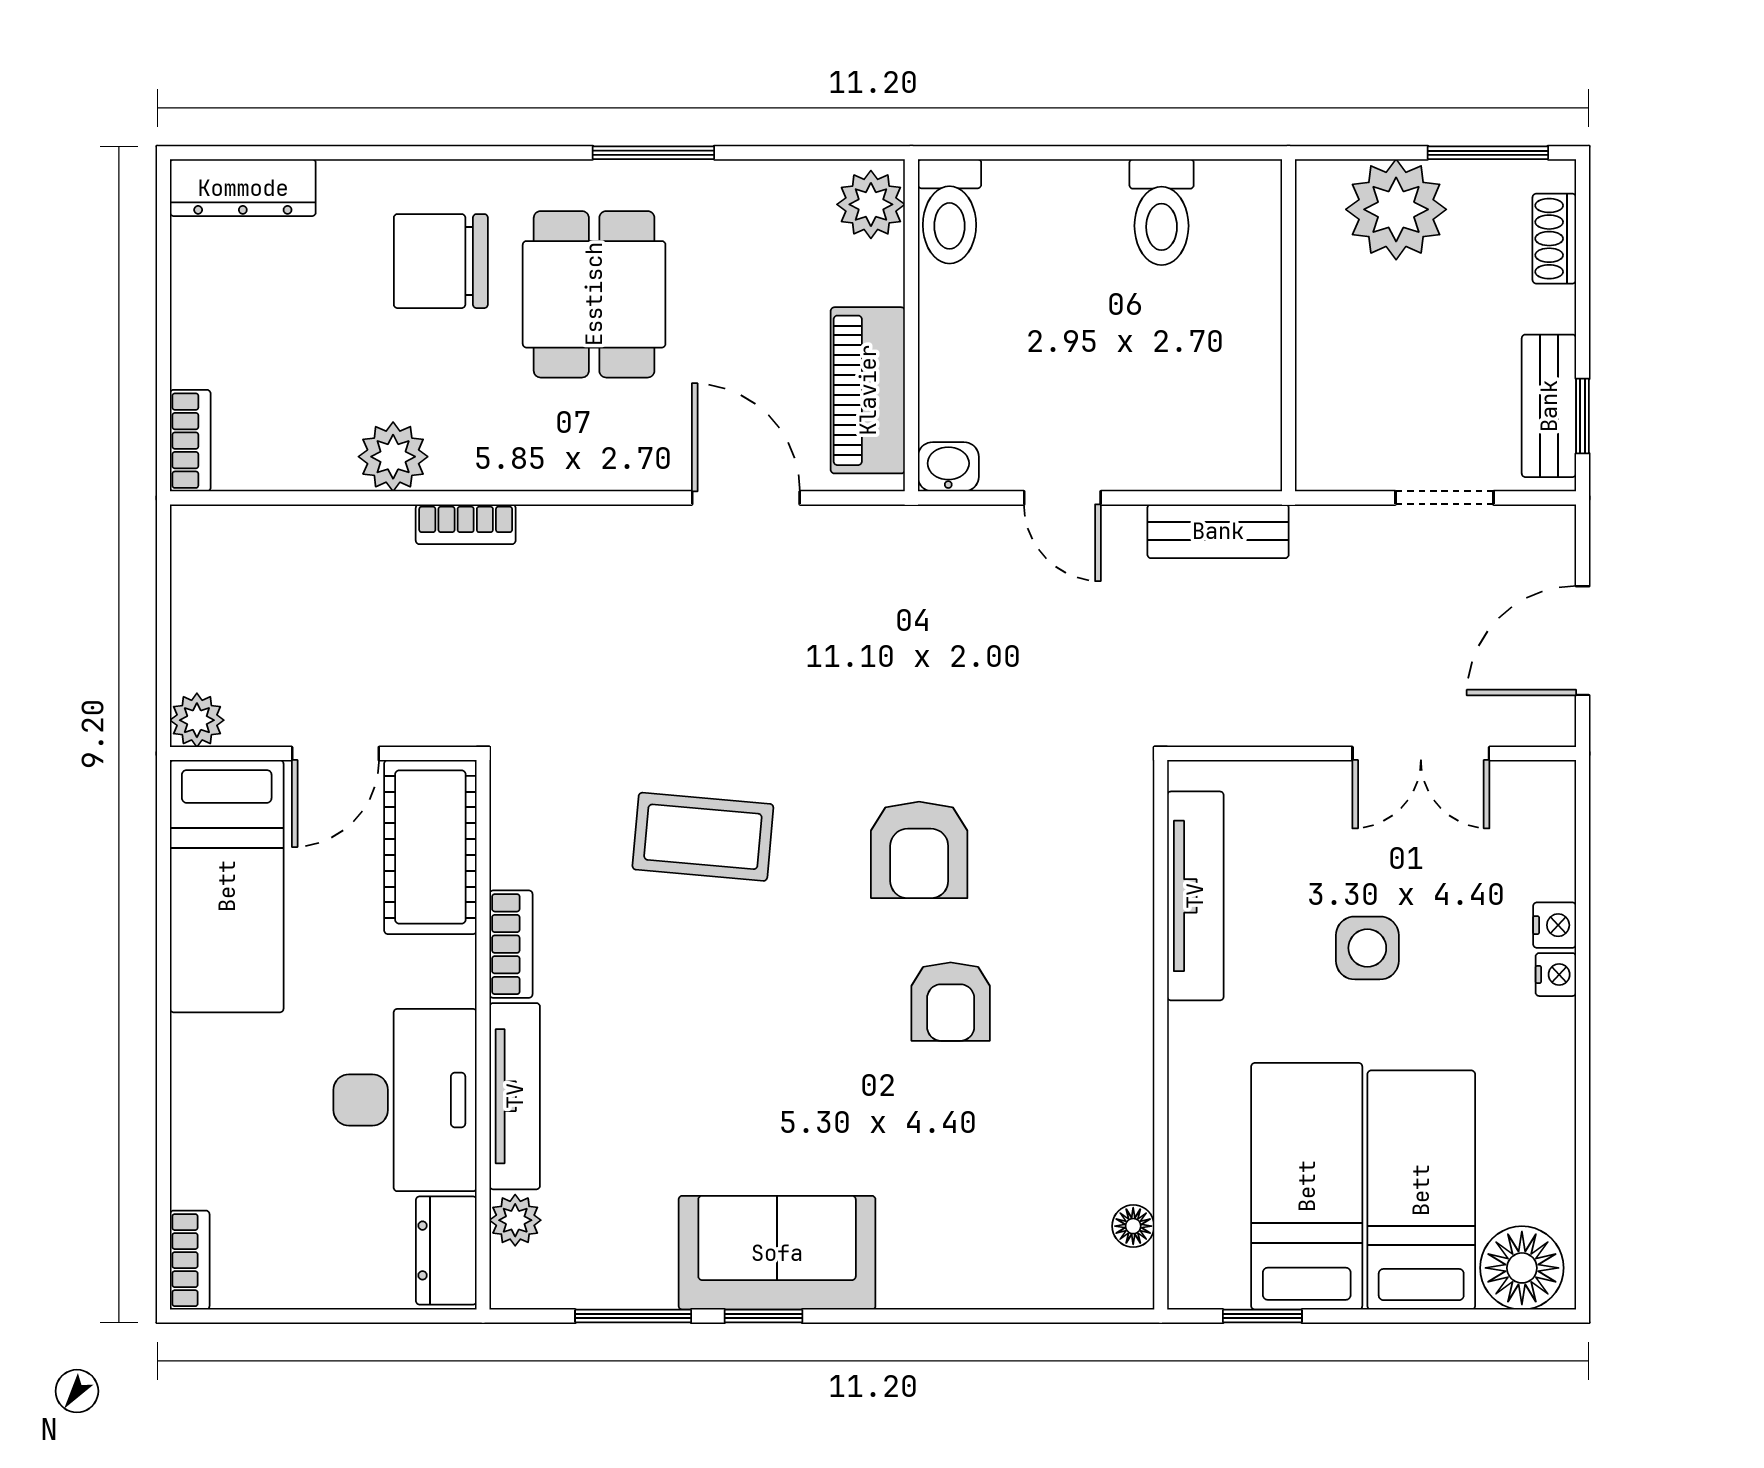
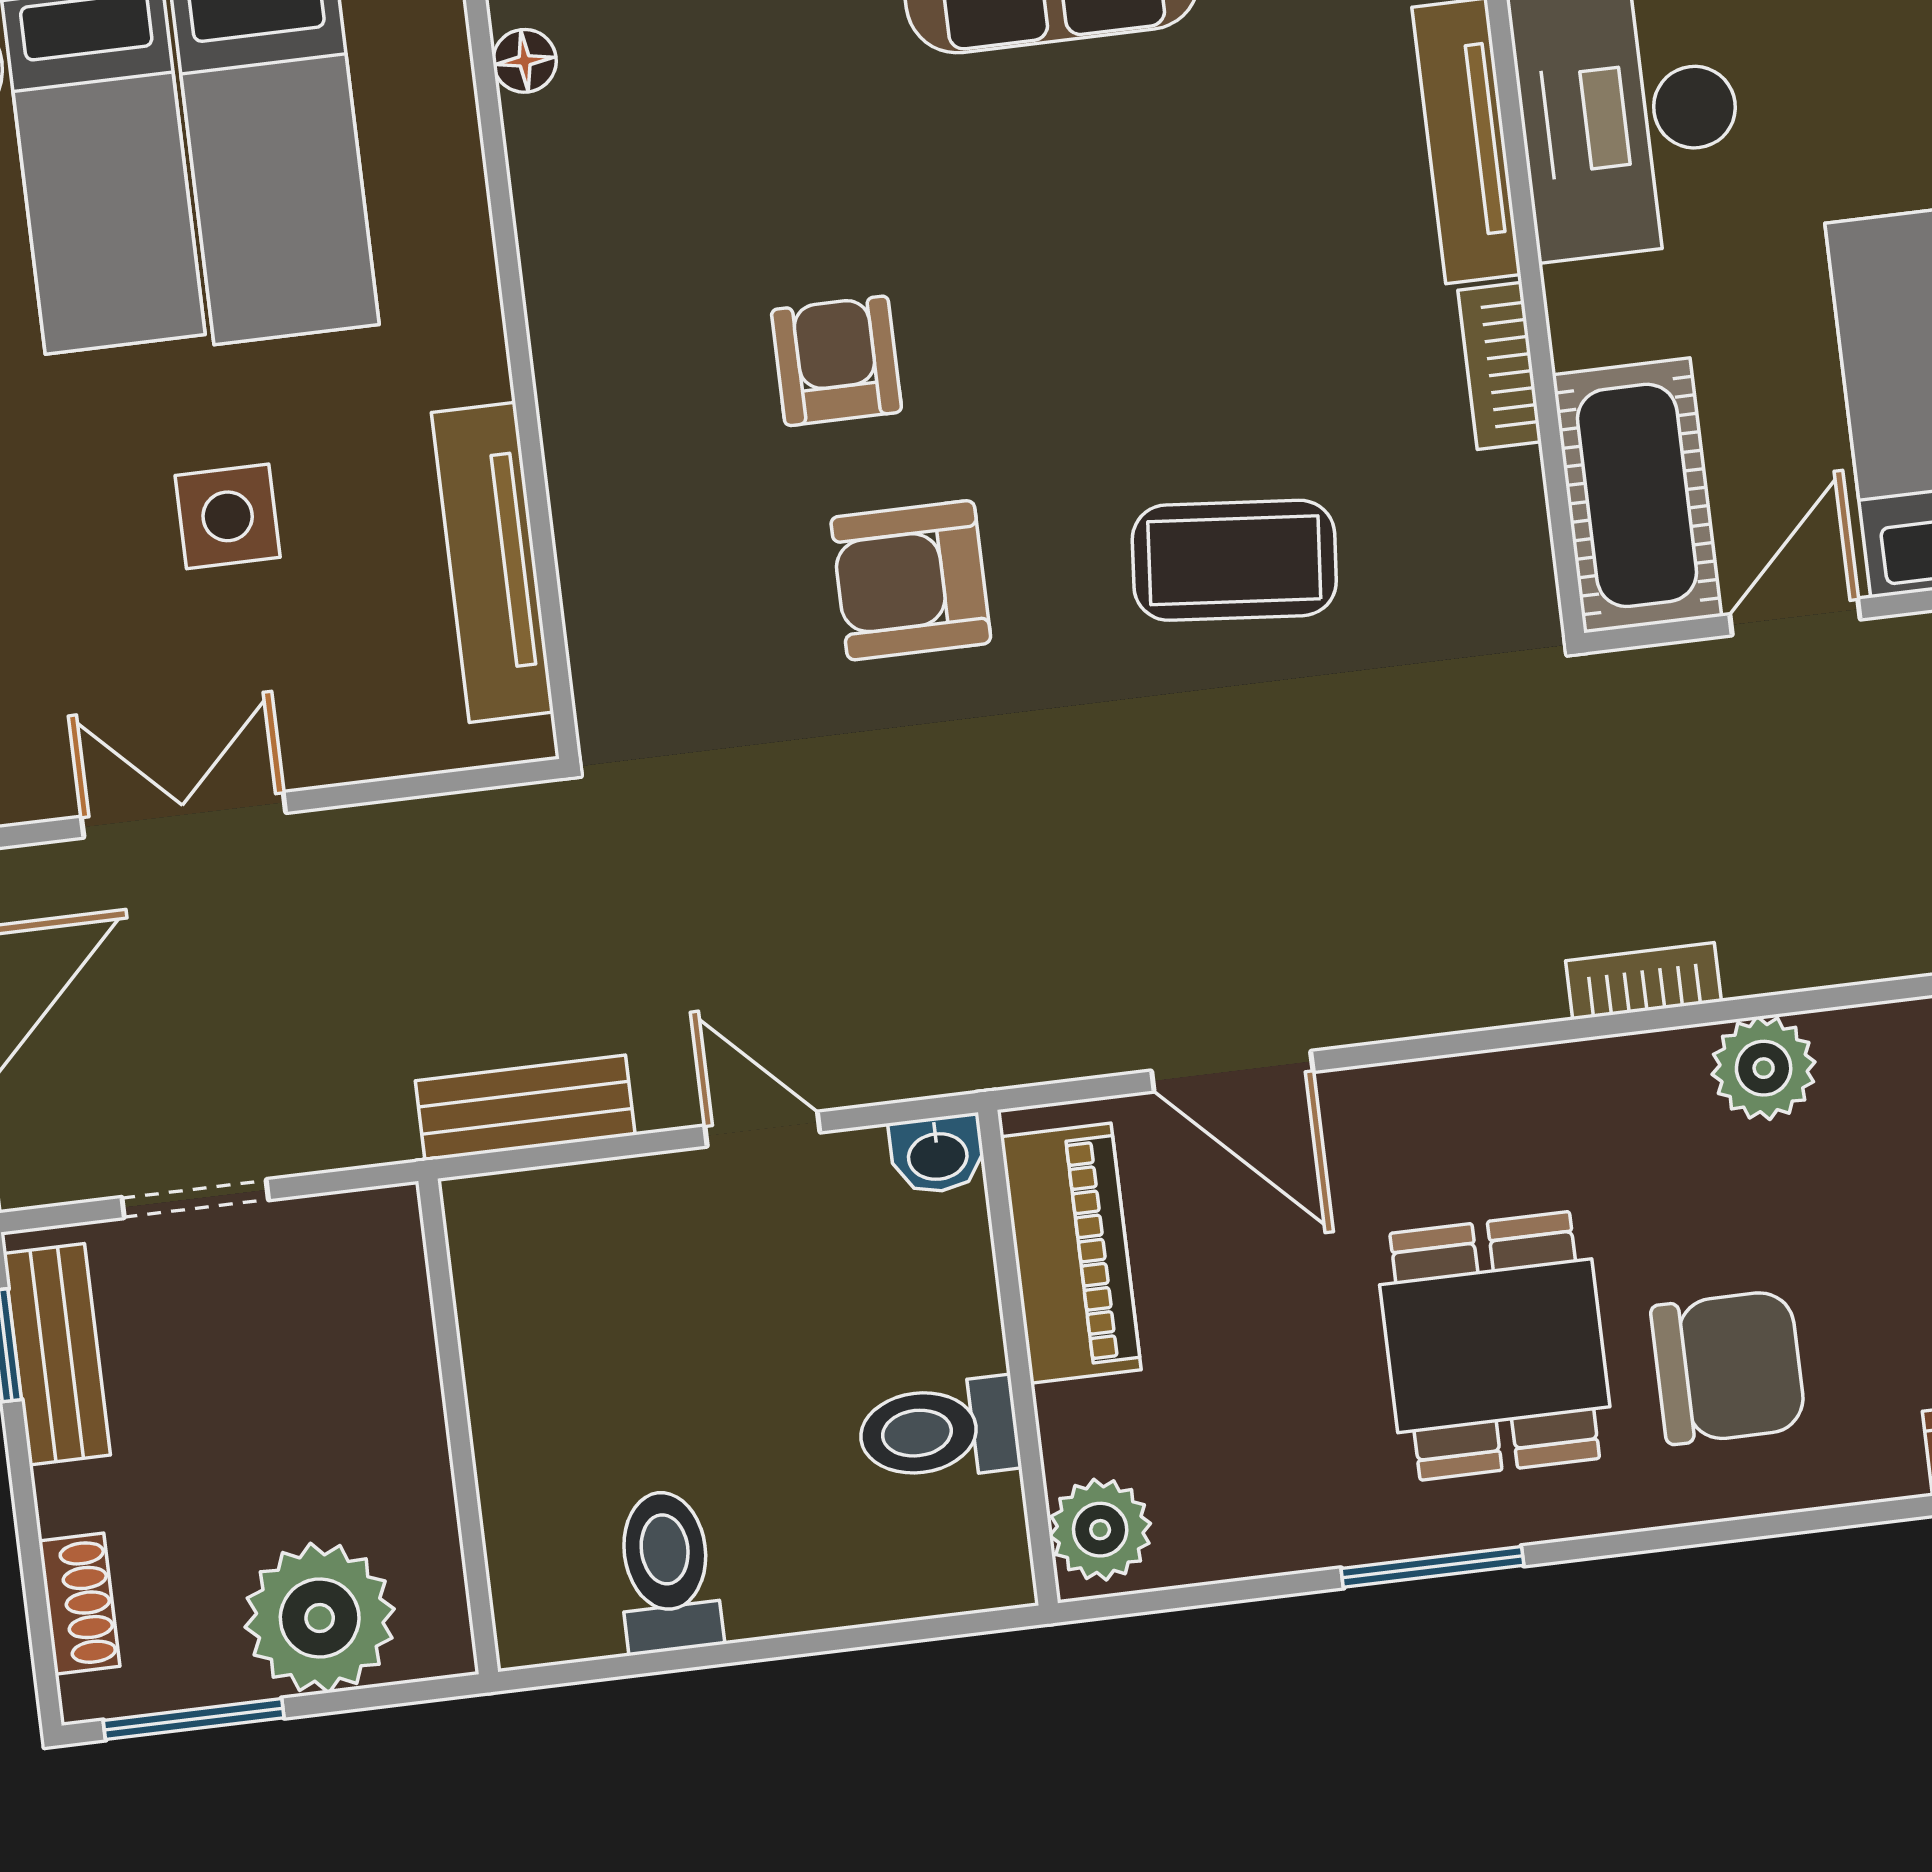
toilet: (949, 211) -> (939, 1430), moved, turned -90
armchair: (919, 850) -> (911, 580), turned -90

